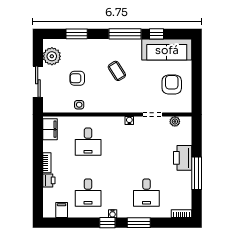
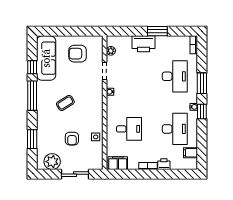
window: (197, 173) -> (157, 31), width x0.69
desk: (88, 193) -> (175, 129), width x1.37
desk: (146, 193) -> (175, 76), width x1.37

